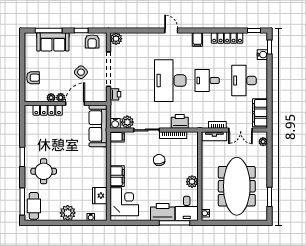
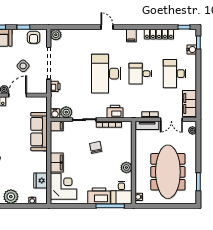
sofa: (98, 126) -> (39, 132), moved

